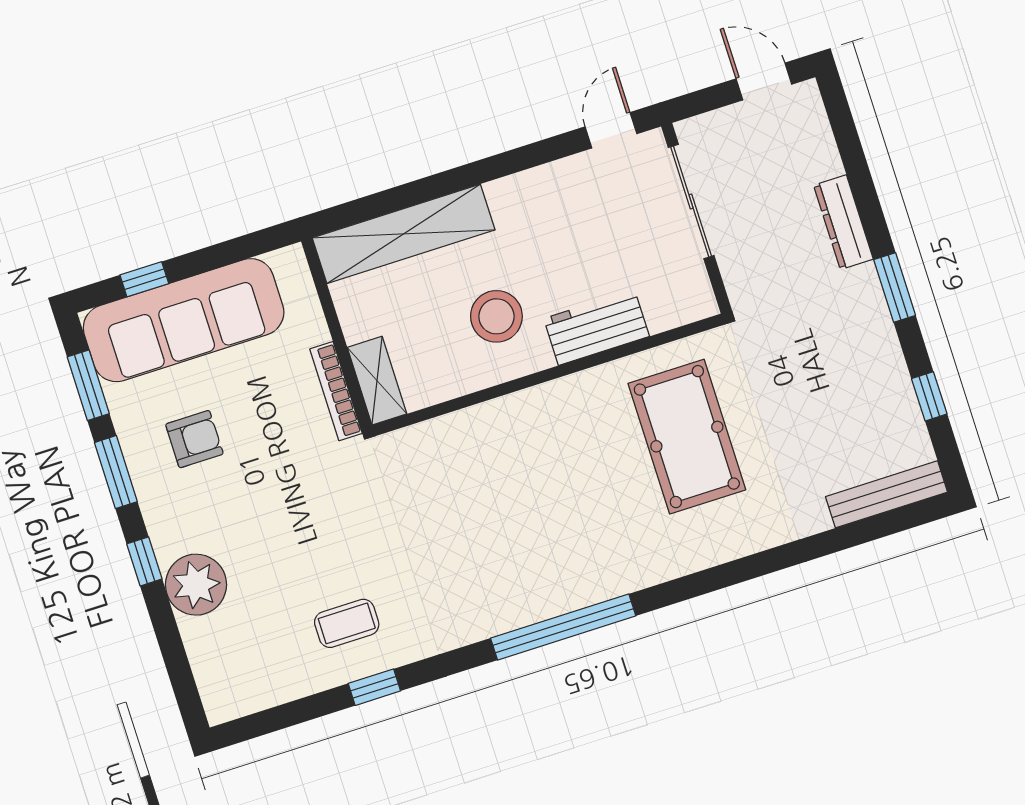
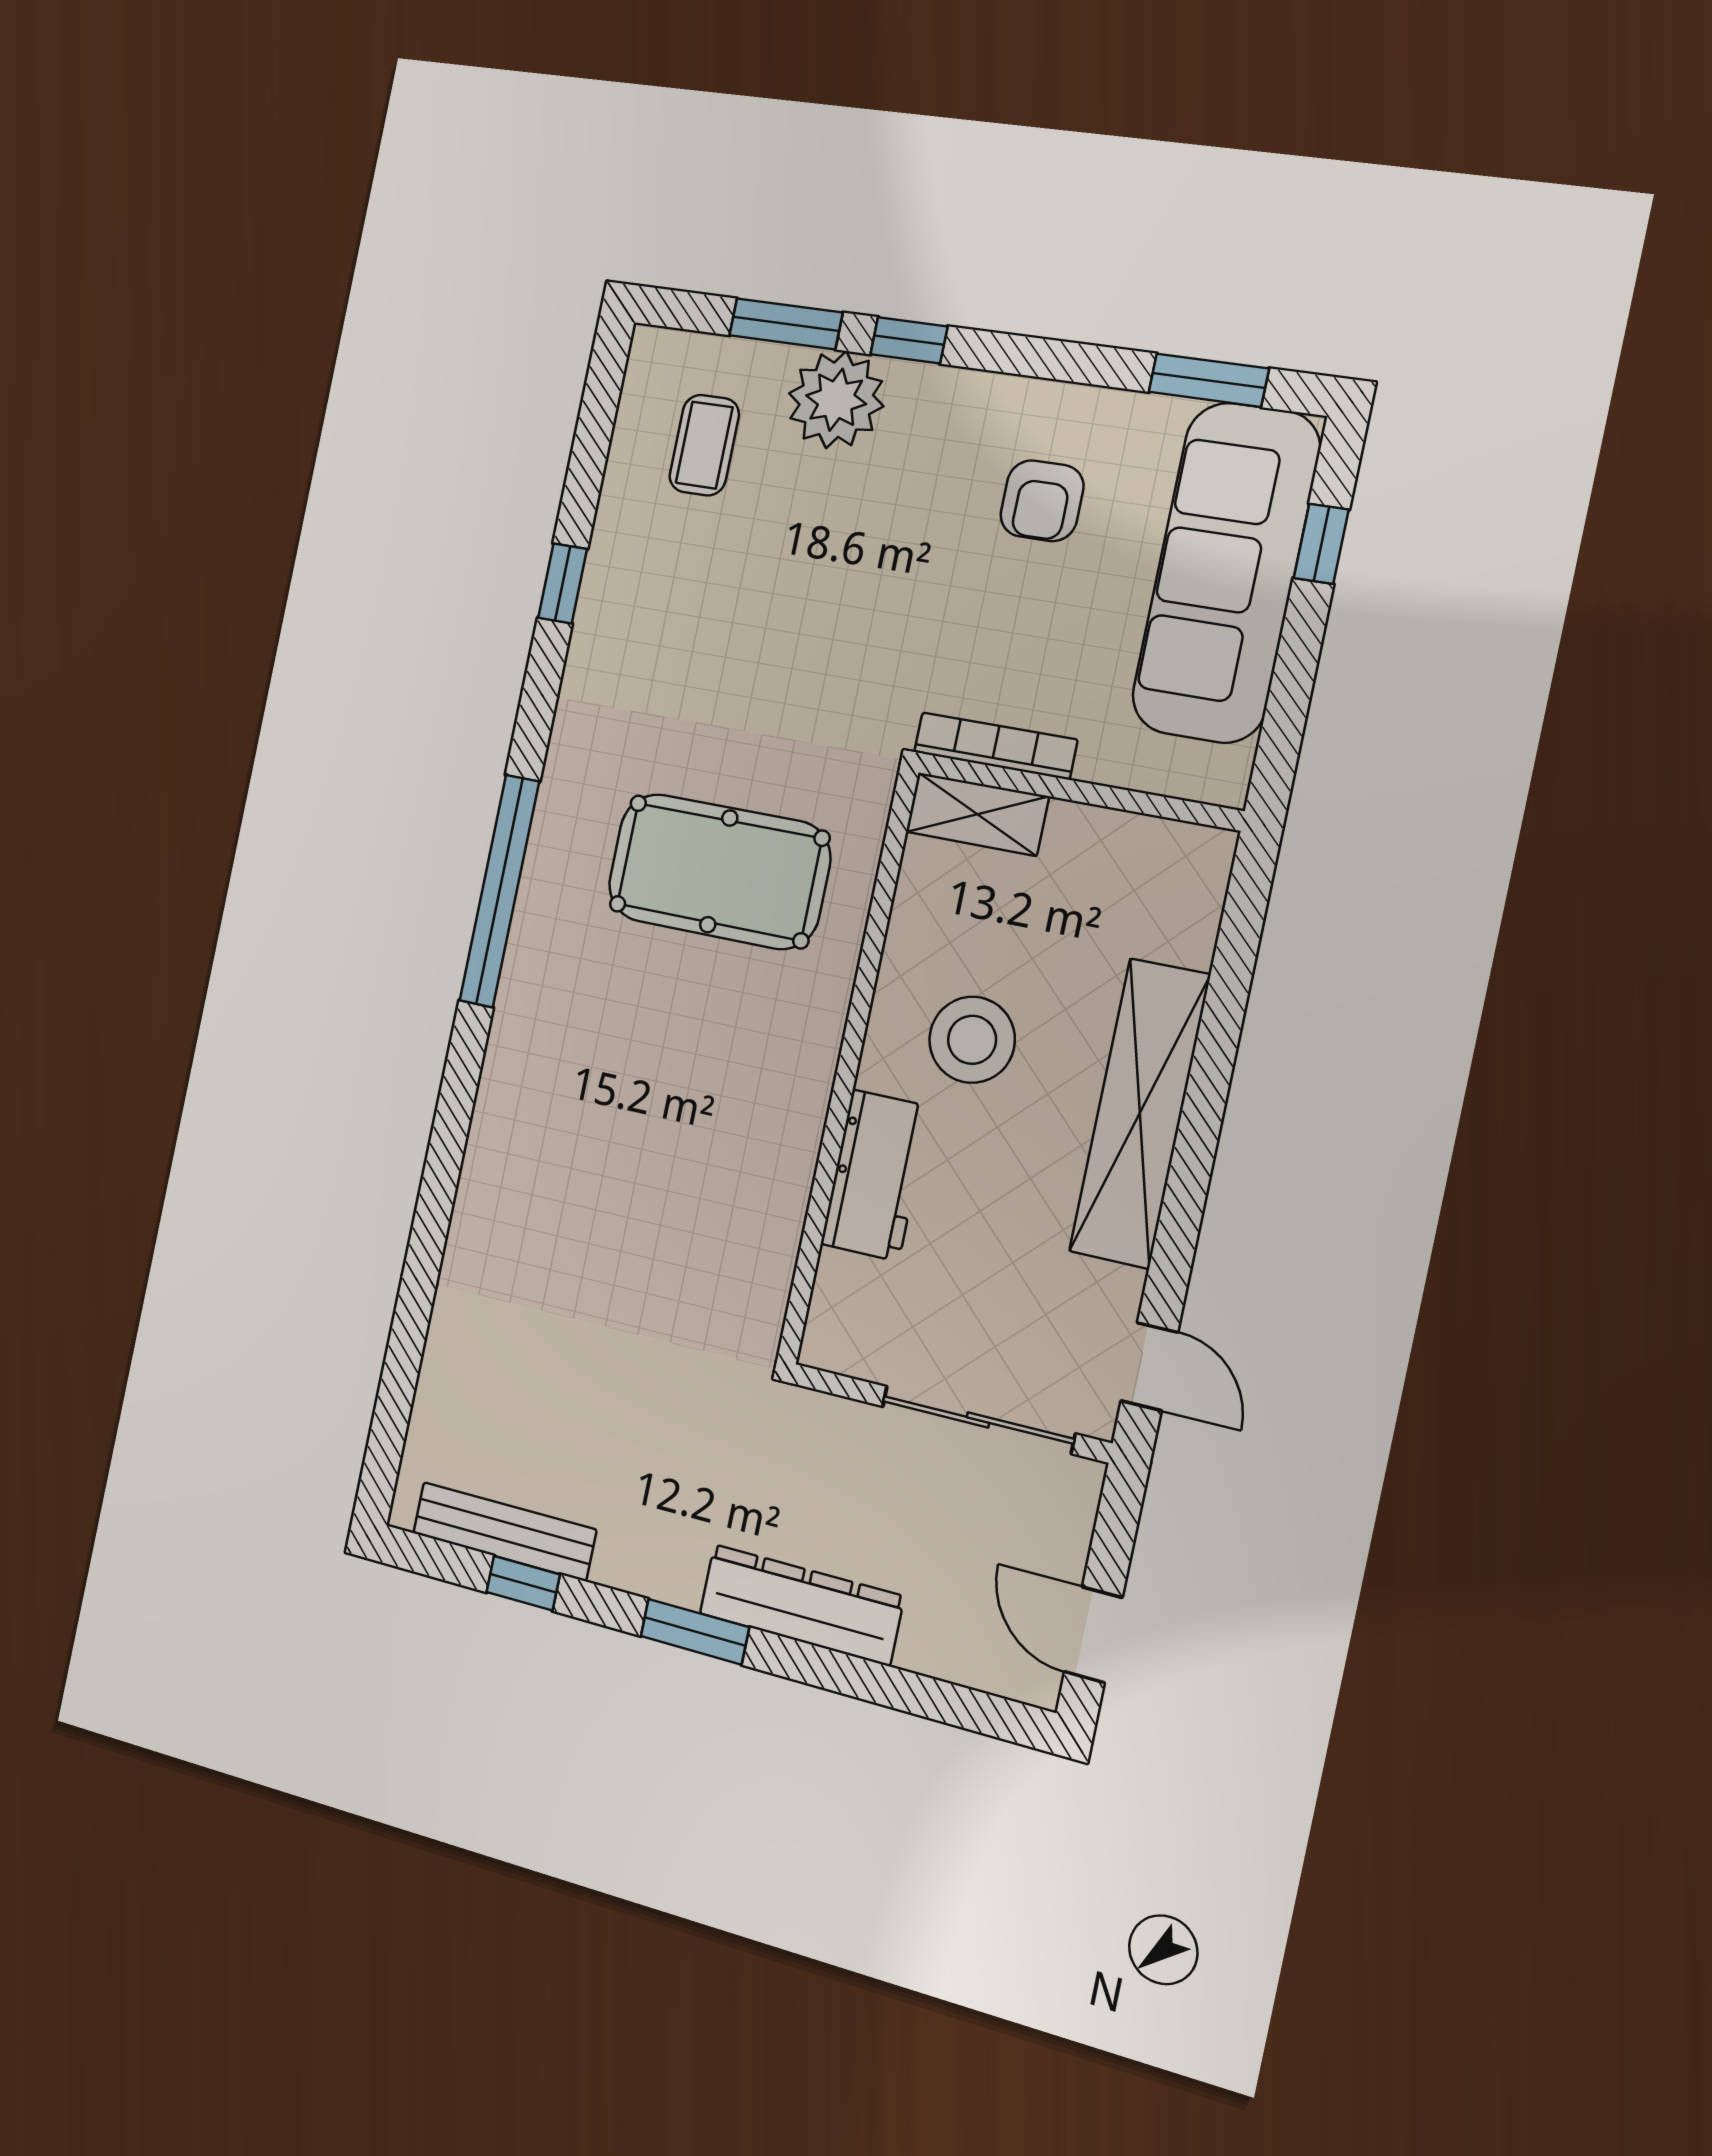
door: (764, 81) -> (1093, 1635), swing flipped
dresser: (843, 222) -> (801, 1605), width x1.37, depth x1.24
shelving: (404, 234) -> (1140, 1113), moved
pool table: (687, 437) -> (719, 871), moved
window: (116, 472) -> (786, 324), moved
bench: (887, 494) -> (504, 1531), moved, turned 90
coffee table: (347, 623) -> (704, 445), moved

